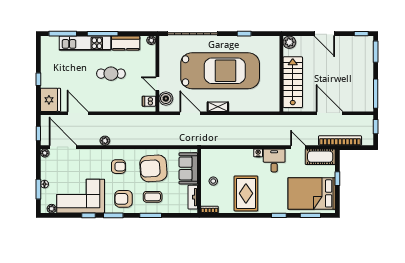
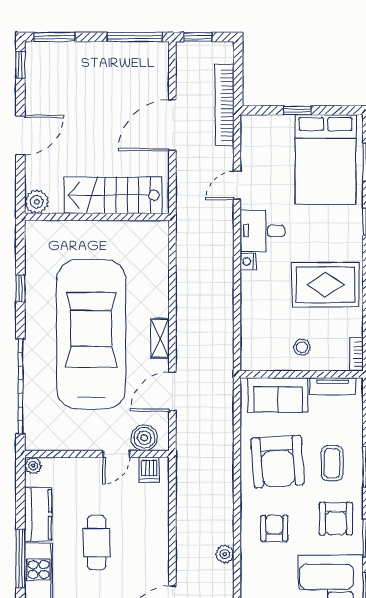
cot: (320, 157) -> (255, 143), removed

